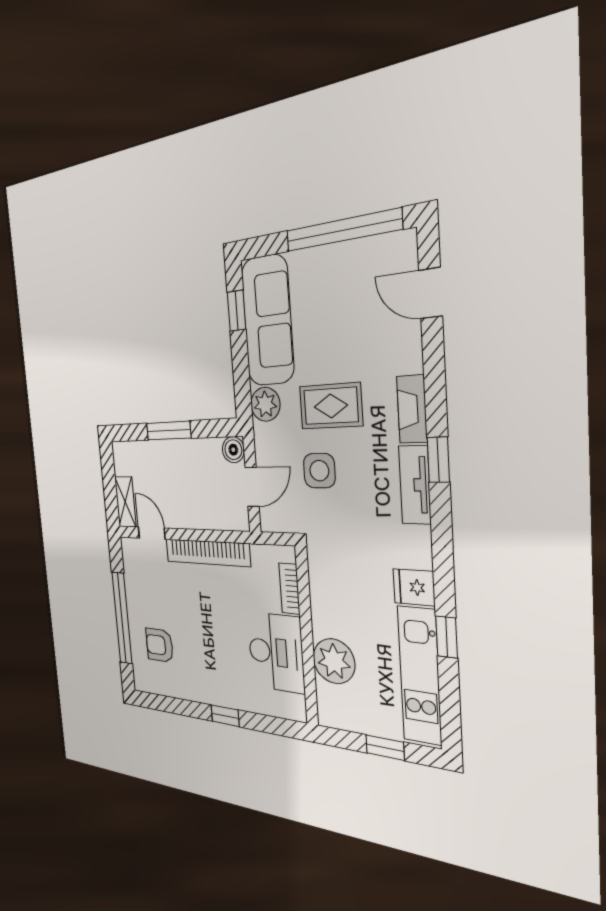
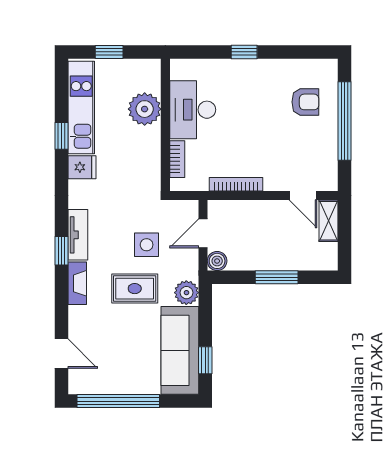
bookcase: (207, 553) -> (236, 184), width x0.68, depth x0.76

